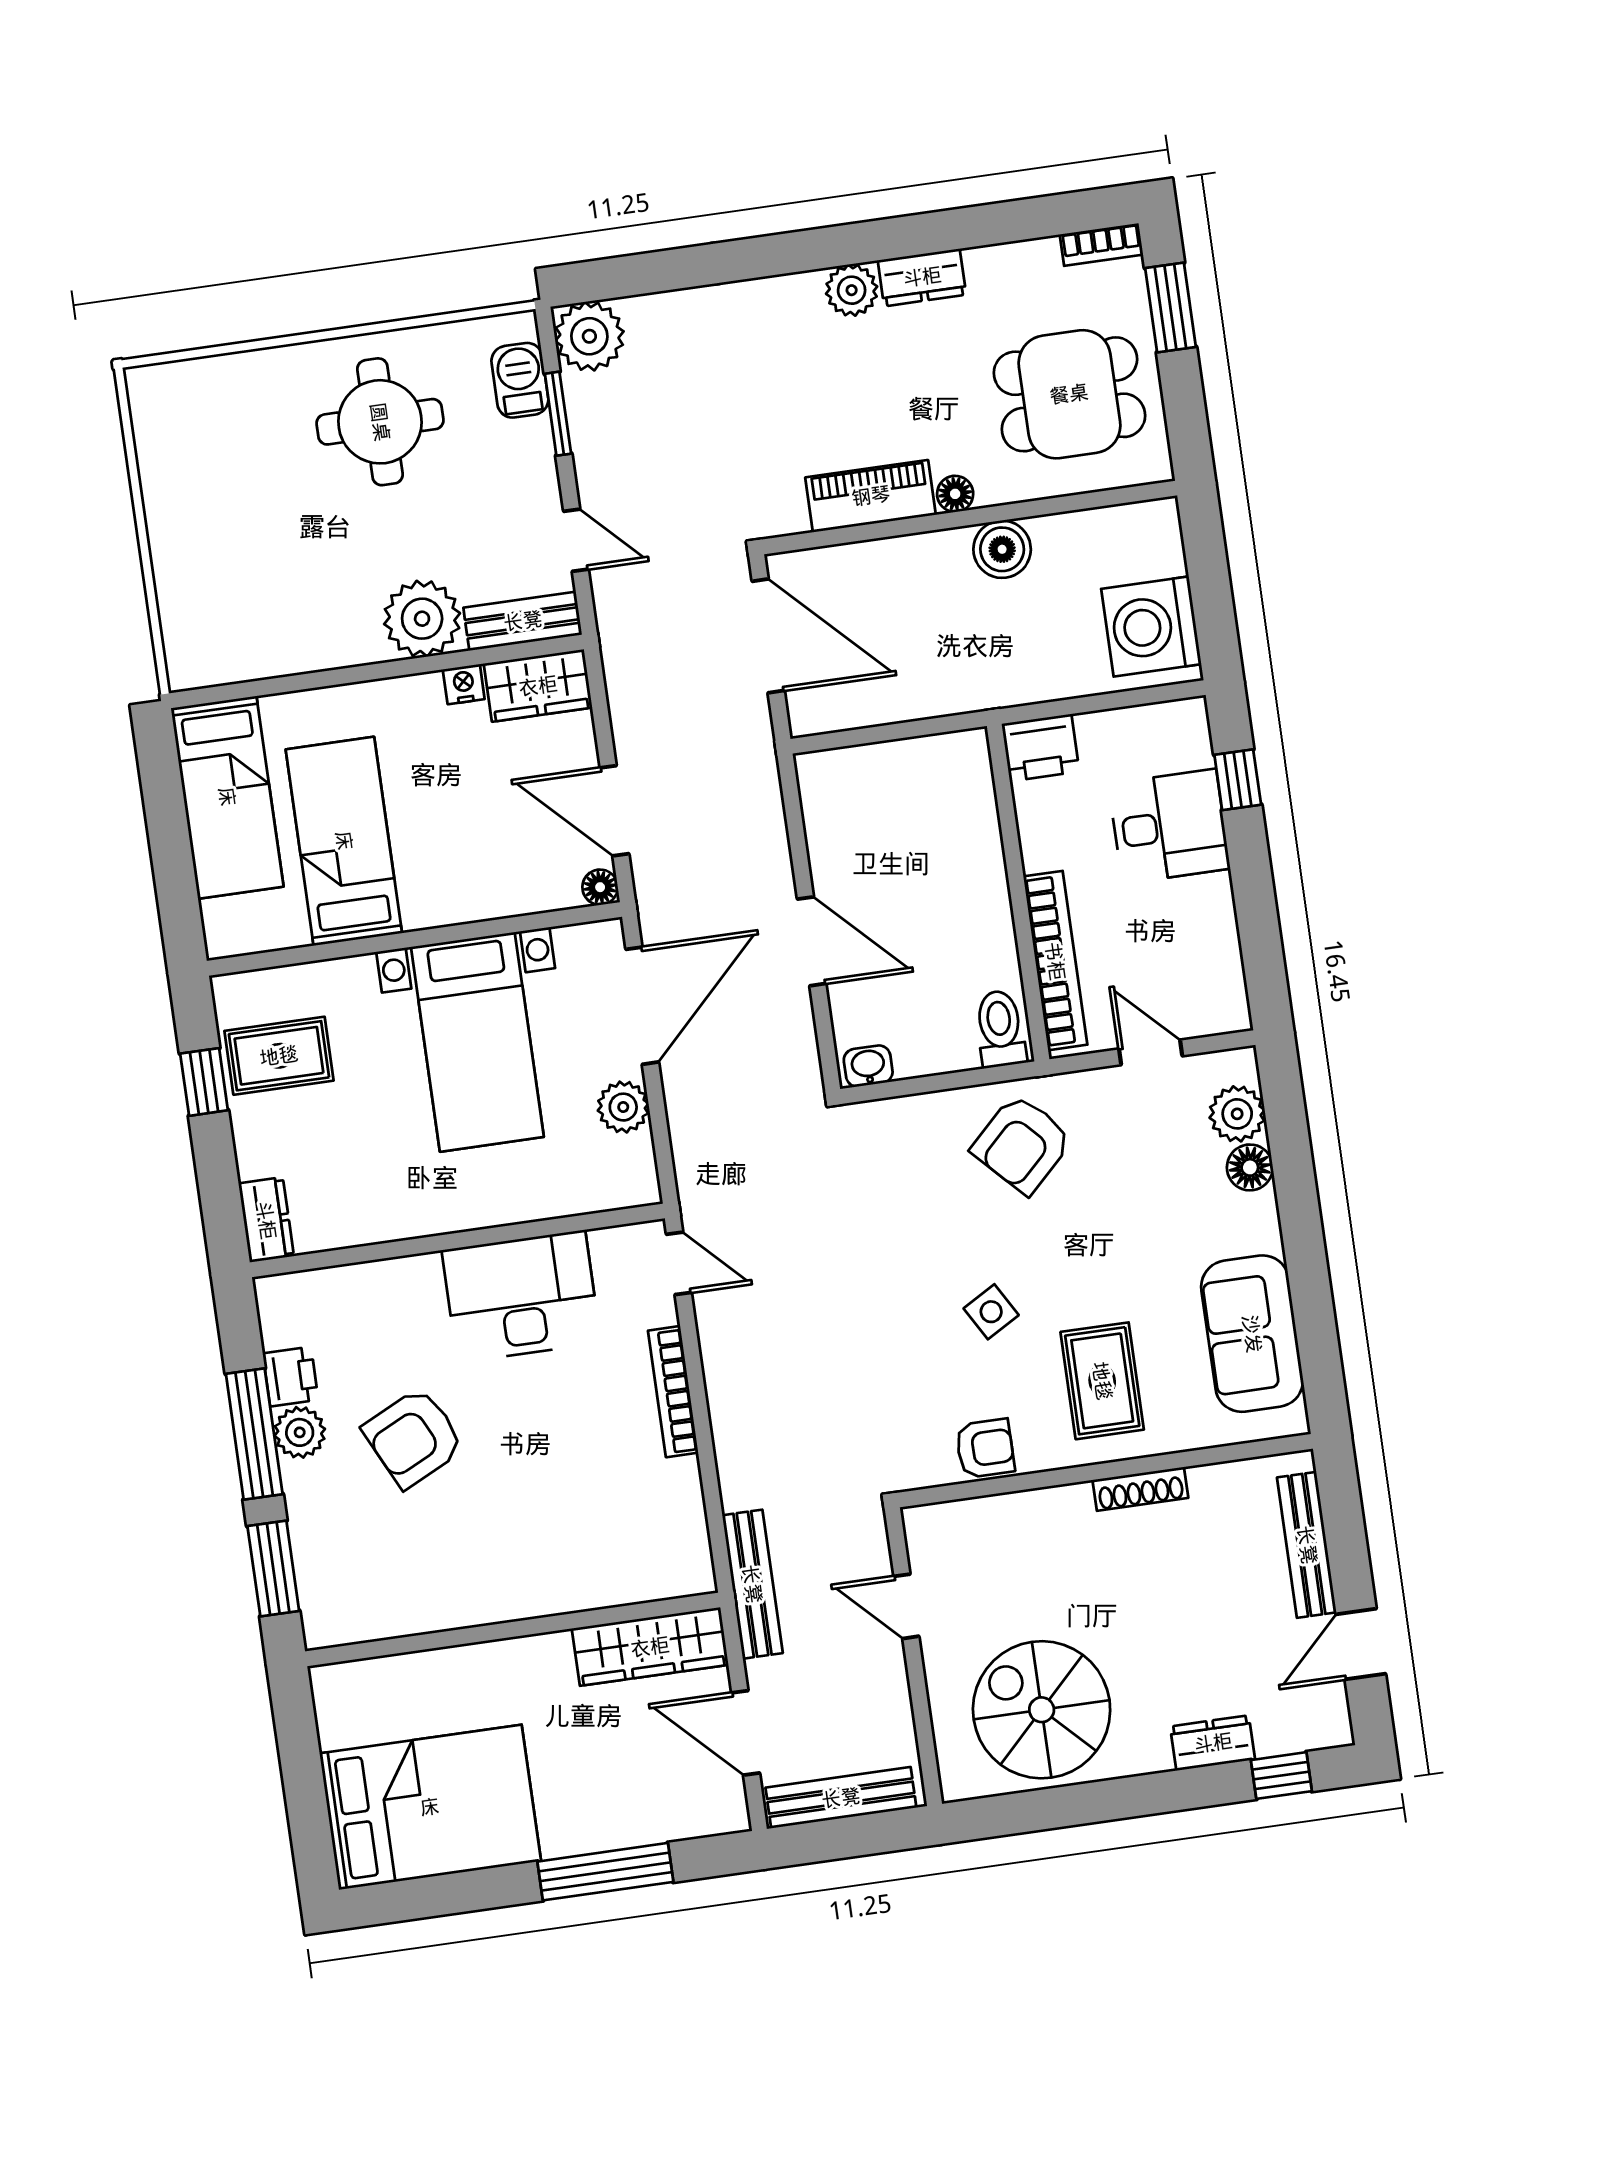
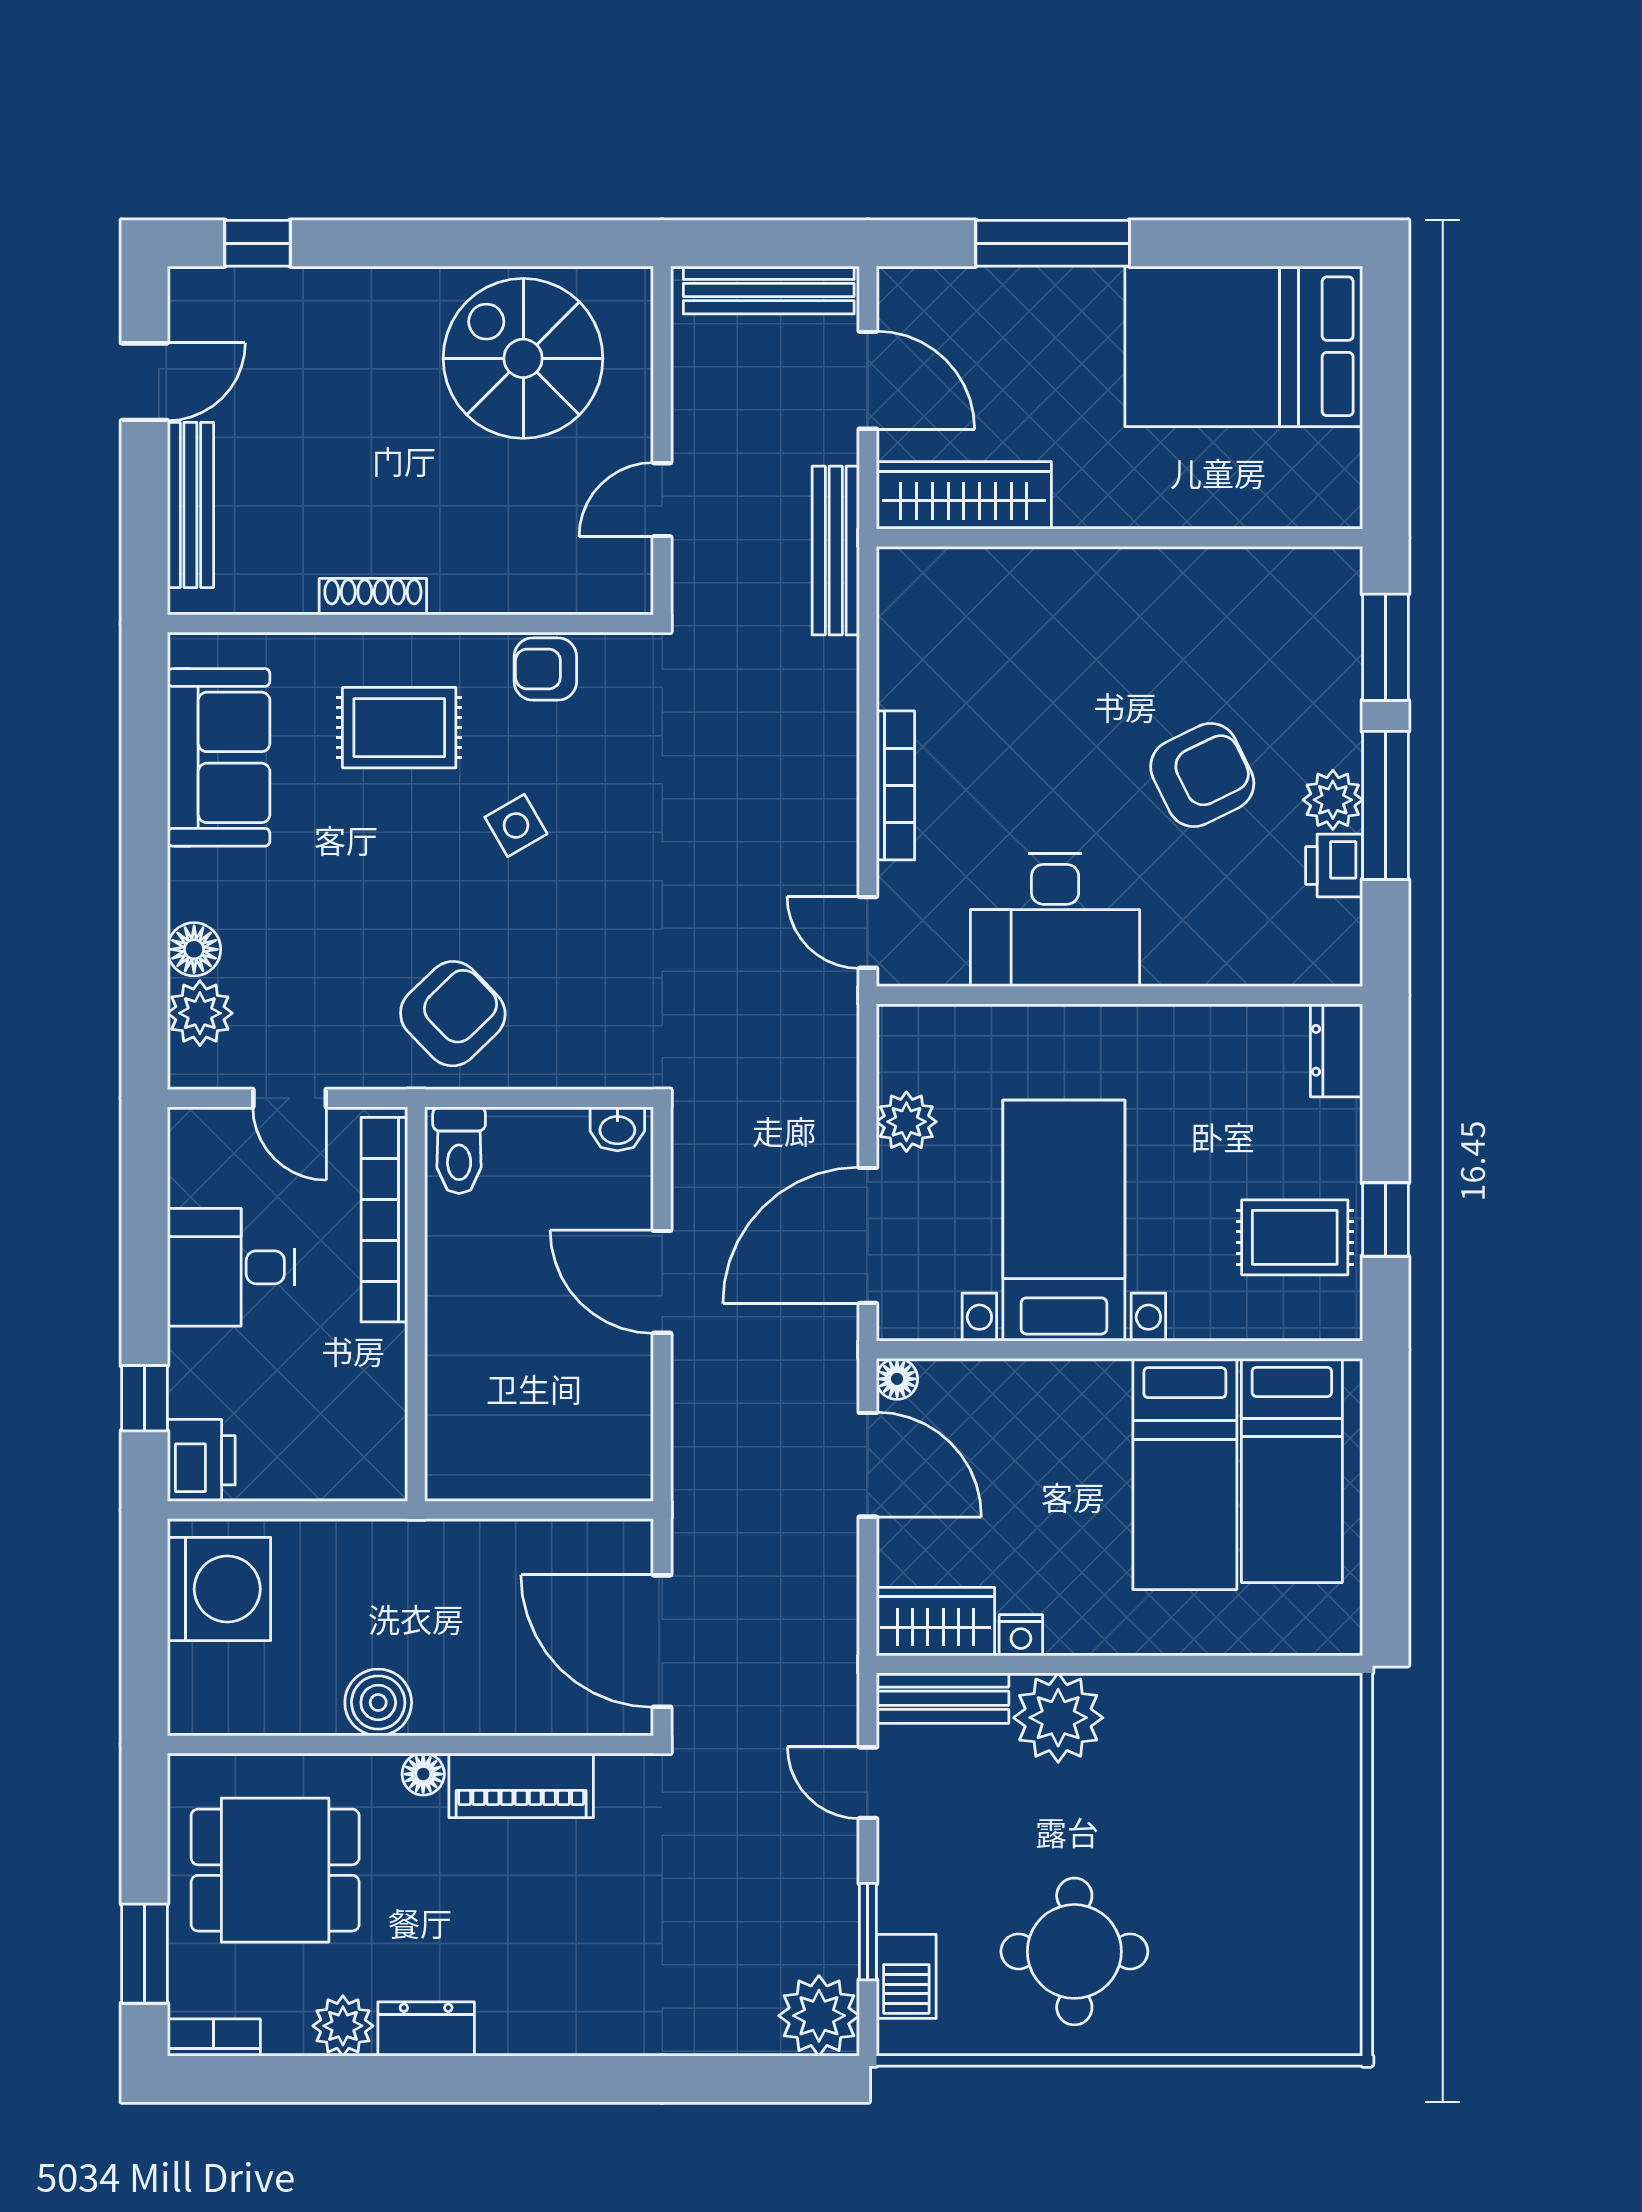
plant: (852, 290) -> (343, 2026), moved
printer: (1040, 748) -> (201, 1460), moved, turned 90
bed: (227, 797) -> (1292, 1471), moved, turned 180
desk: (1169, 826) -> (231, 1267), moved
rug: (1102, 1381) -> (399, 728), turned 90
door: (906, 1606) -> (662, 500), swing flipped
spiral stairs: (1042, 1710) -> (523, 358), turned 180
dresser: (1213, 1743) -> (331, 292), removed

